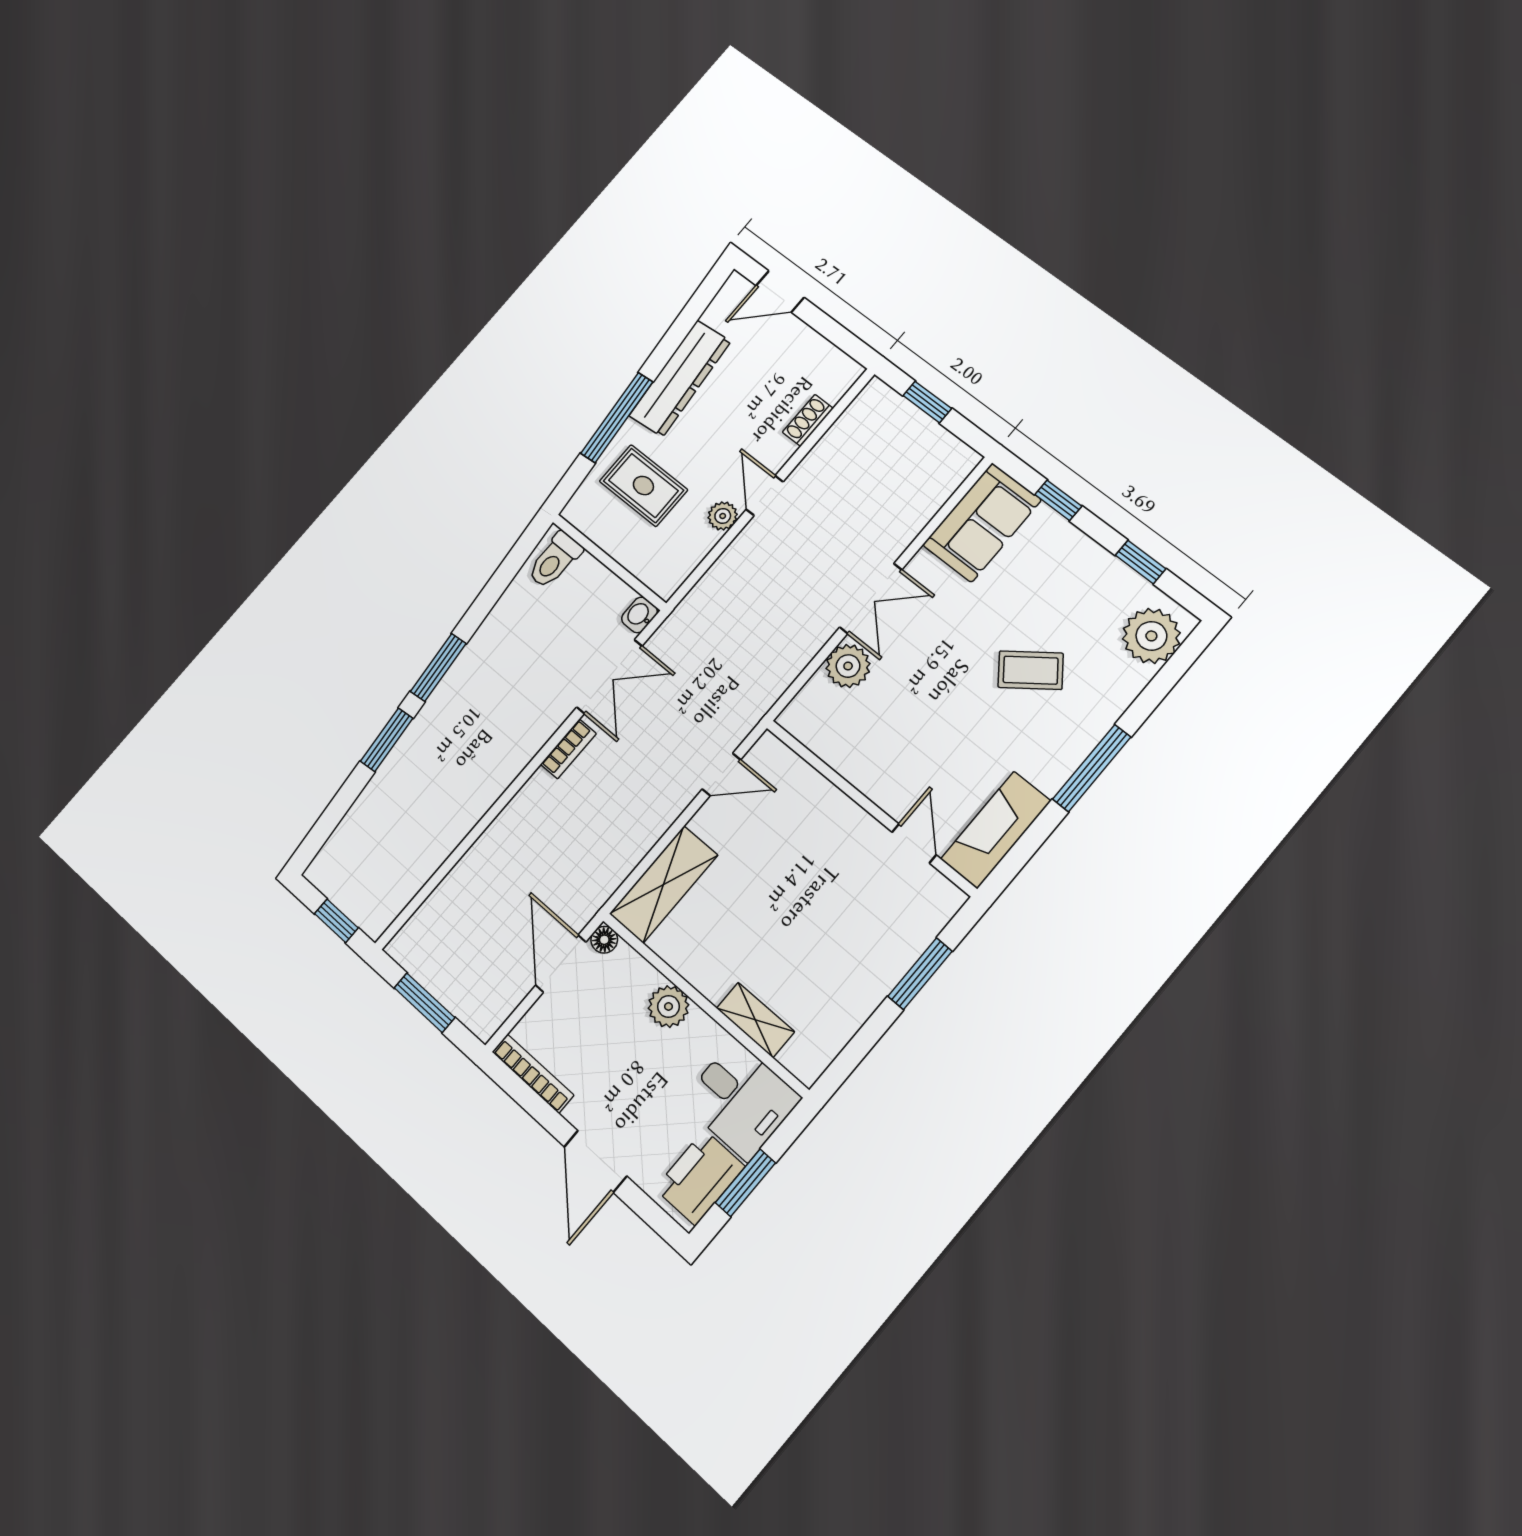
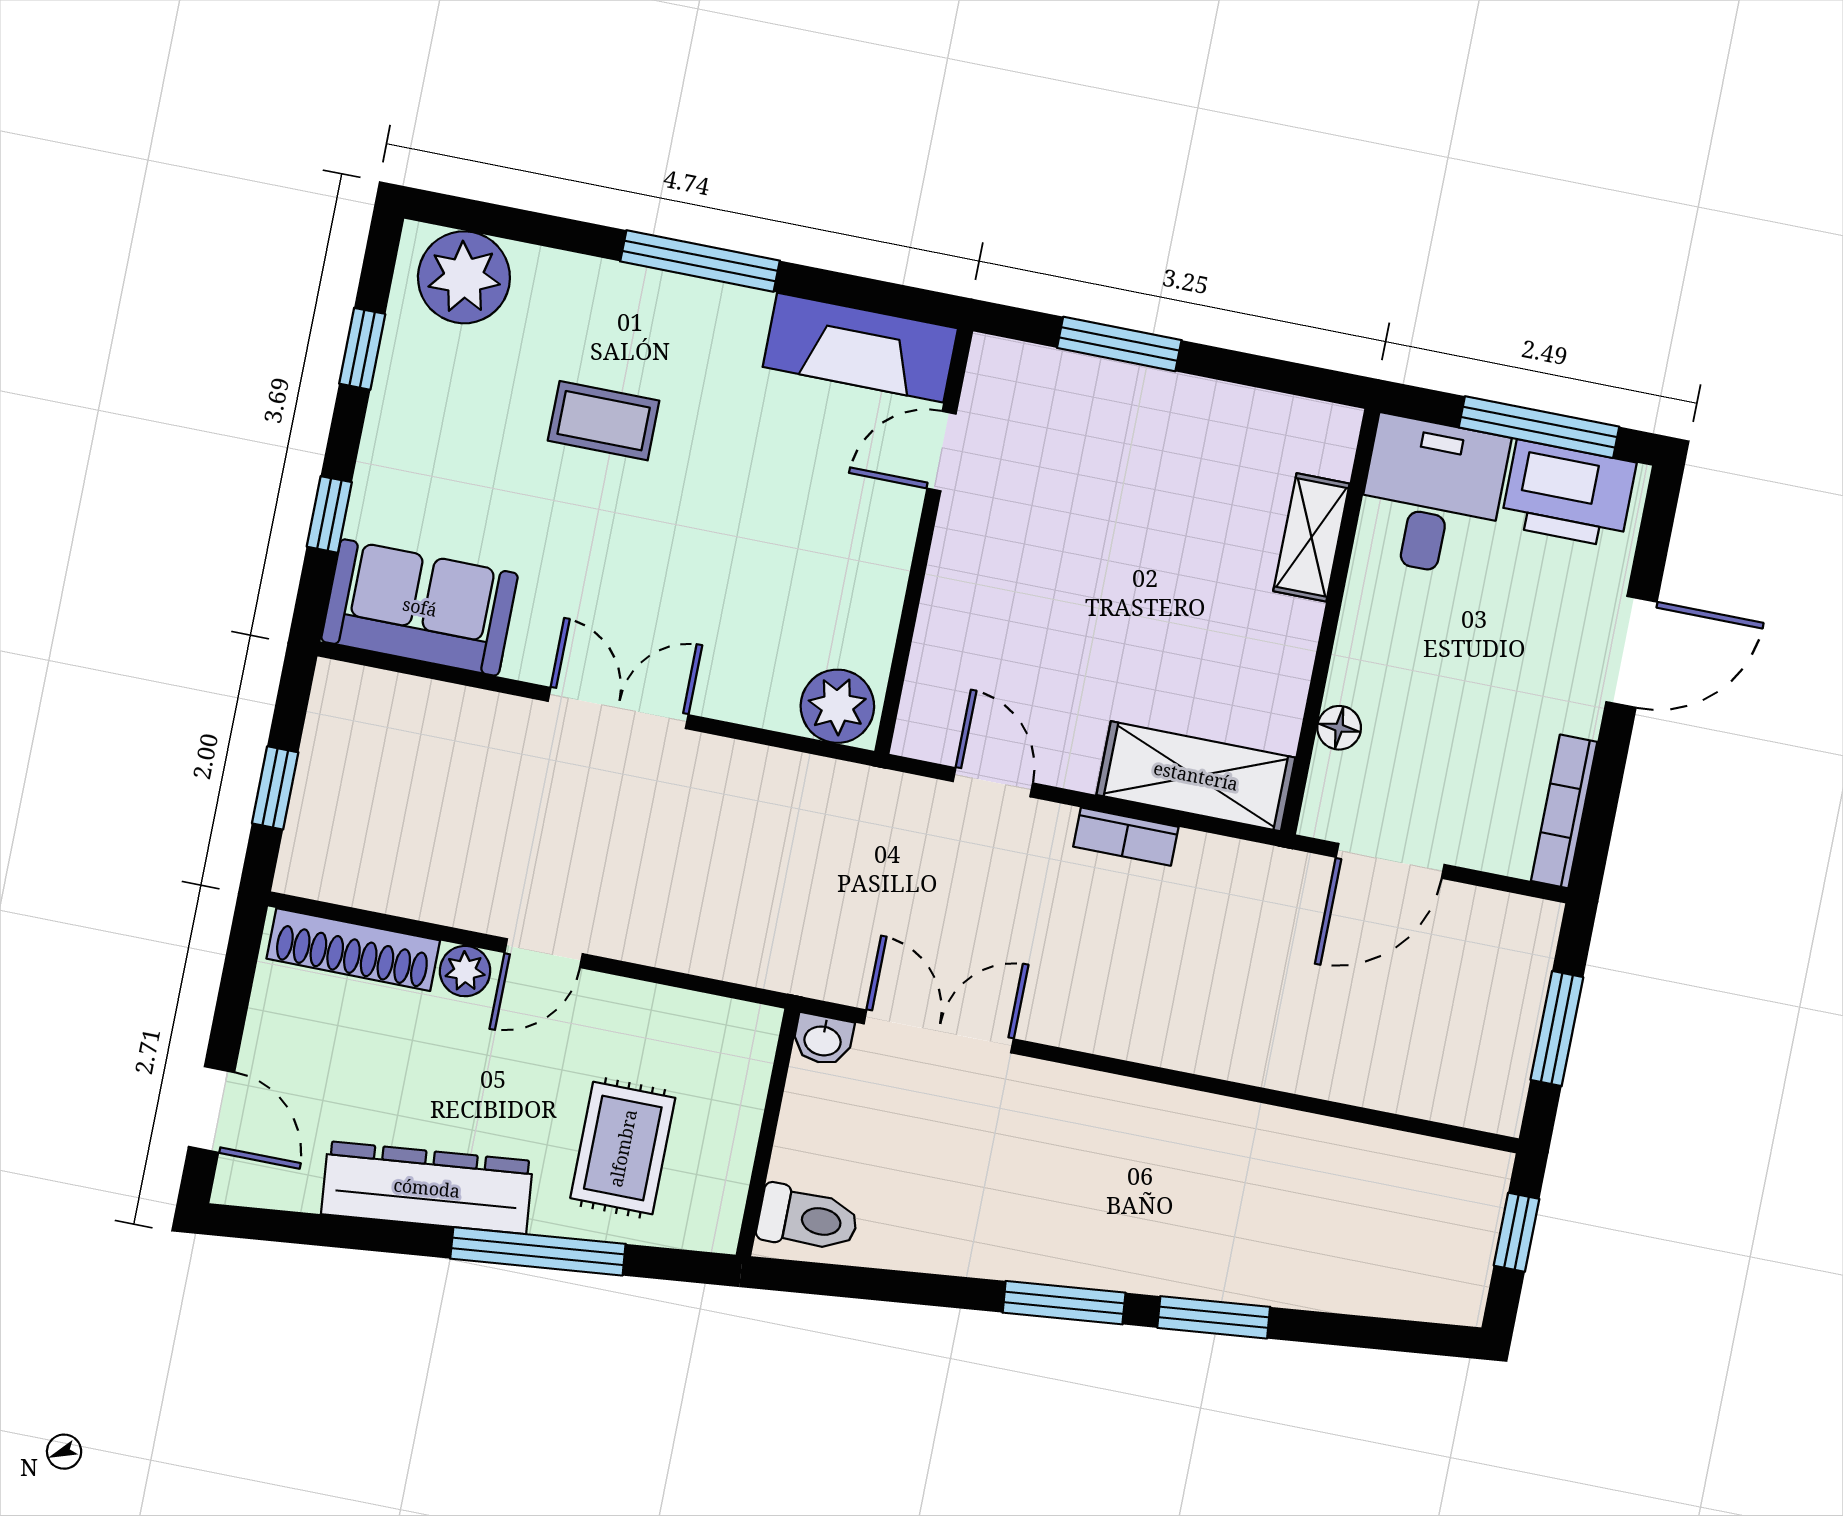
shoe rack: (808, 420) -> (353, 950), width x1.94, depth x1.24
plant: (723, 516) -> (465, 971), moved
plant: (848, 666) -> (837, 706), moved
coffee table: (1031, 670) -> (604, 421), turned -53
bookcase: (568, 749) -> (1126, 837), moved, turned 180
floor lamp: (604, 940) -> (1339, 728), moved
plant: (669, 1006) -> (1362, 671), removed
window: (745, 1183) -> (1539, 427), width x1.44

